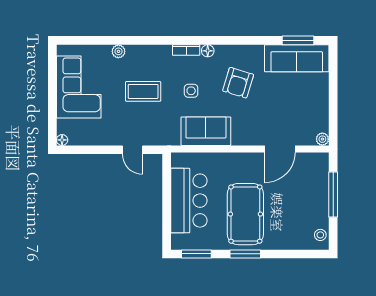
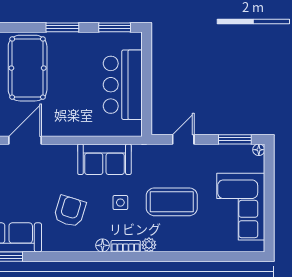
plant: (118, 51) -> (149, 245), moved
coffee table: (143, 91) -> (172, 202), width x1.36, depth x1.32
window: (84, 150) -> (235, 139), added
door: (132, 150) -> (183, 139), hinge flipped
pool table: (245, 214) -> (28, 68), moved

